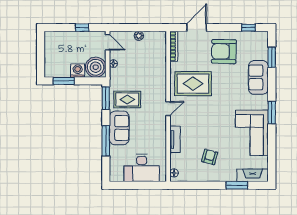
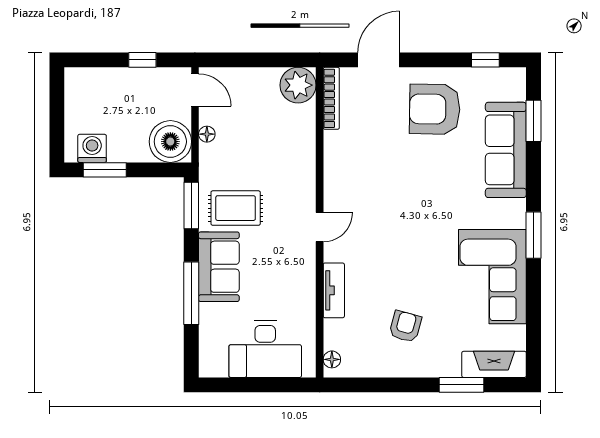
plant: (139, 36) -> (298, 85), moved, width x1.87, depth x1.87
washing machine: (78, 71) -> (92, 148), moved
sofa: (258, 77) -> (506, 150), width x1.36
rug: (193, 84) -> (371, 175), removed

